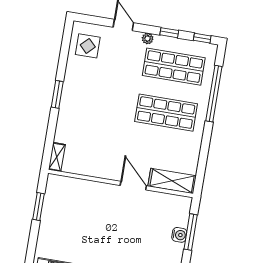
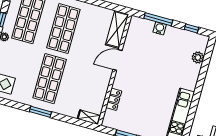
shop shelf: (101, 102) -> (50, 79), added
locker: (83, 186) -> (114, 99), added

